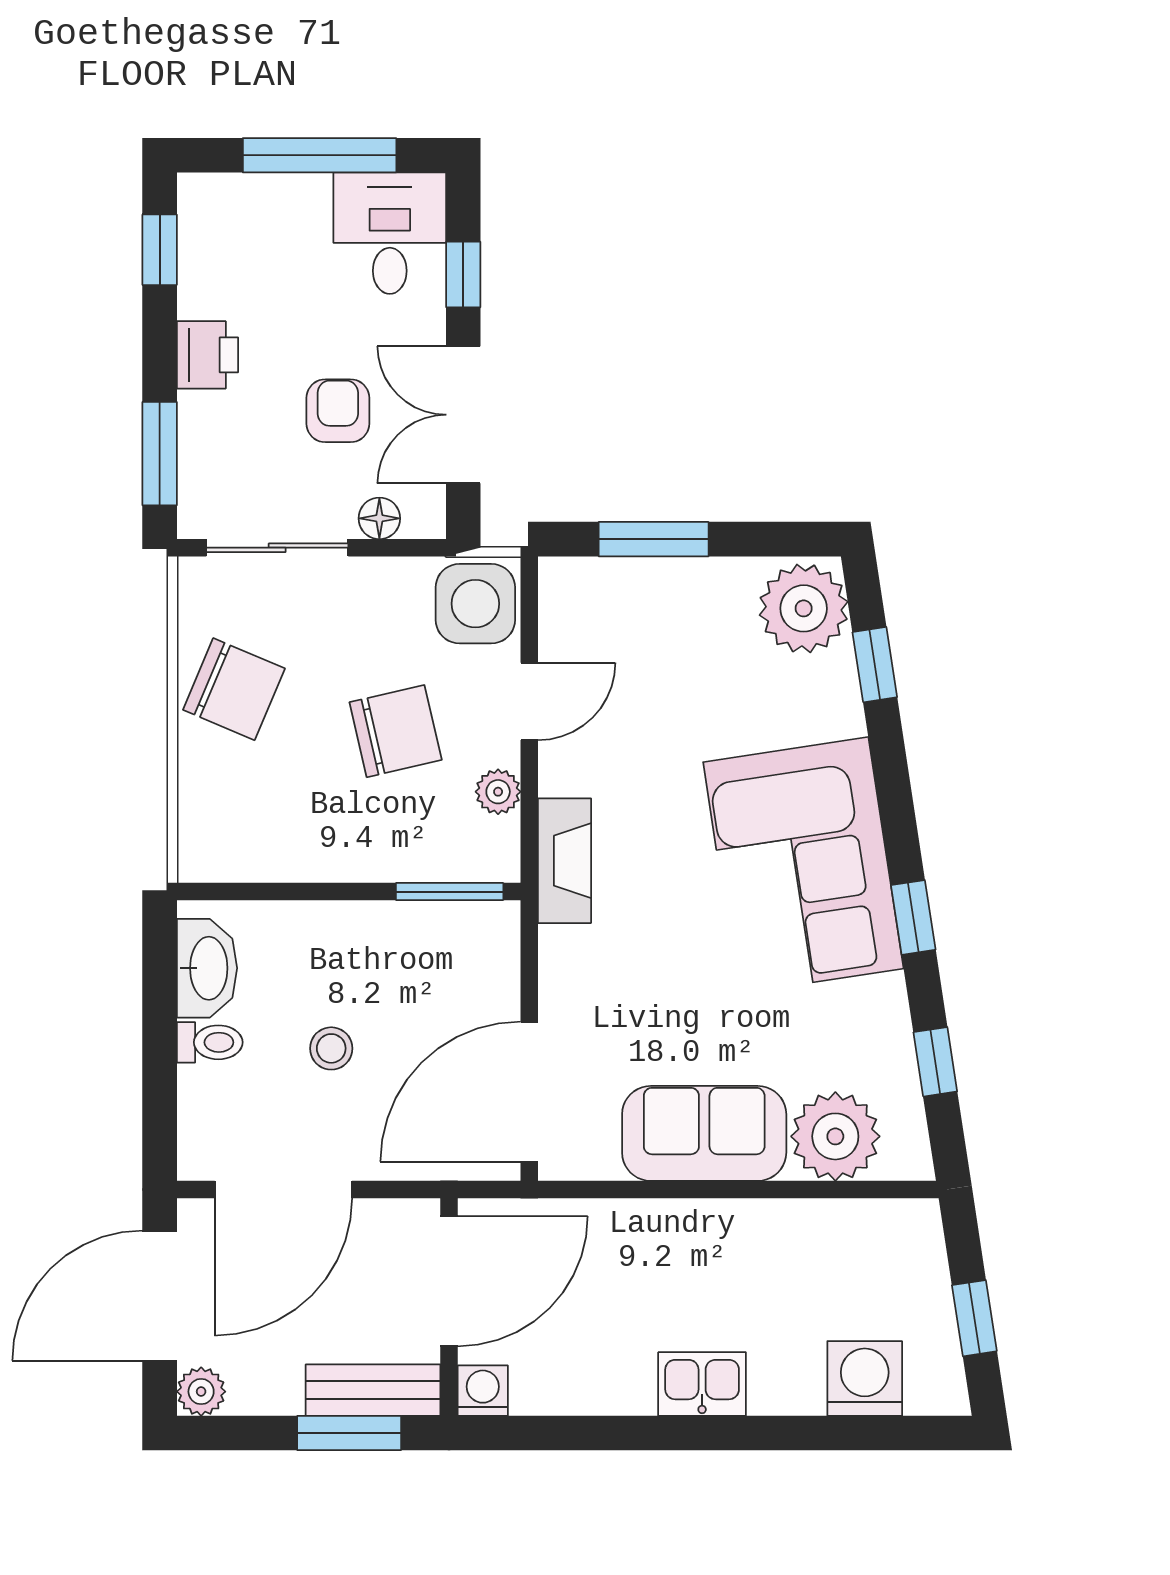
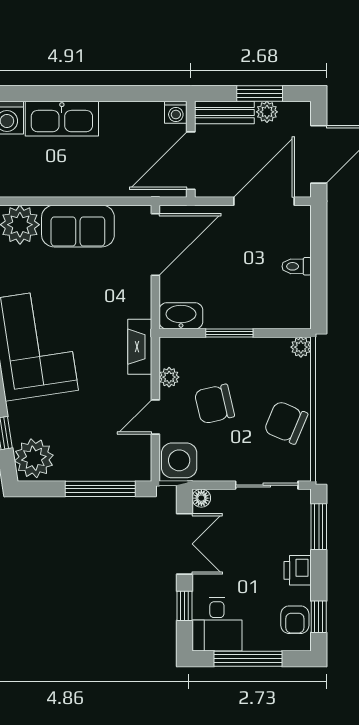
armchair: (338, 411) -> (295, 620), moved
floor lamp: (379, 518) -> (201, 498), moved
window: (654, 539) -> (100, 489), width x1.44
plant: (200, 860) -> (301, 347), added
window: (450, 892) -> (229, 333), moved
washbasin: (207, 968) -> (181, 316), moved, turned 90
stool: (331, 1048) -> (243, 264), removed
kitchen sink: (702, 1384) -> (62, 119), width x1.88, depth x1.24
plant: (201, 1392) -> (267, 112), moved
window: (349, 1433) -> (260, 94), moved

